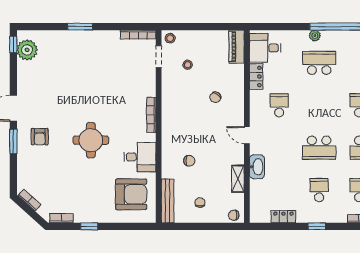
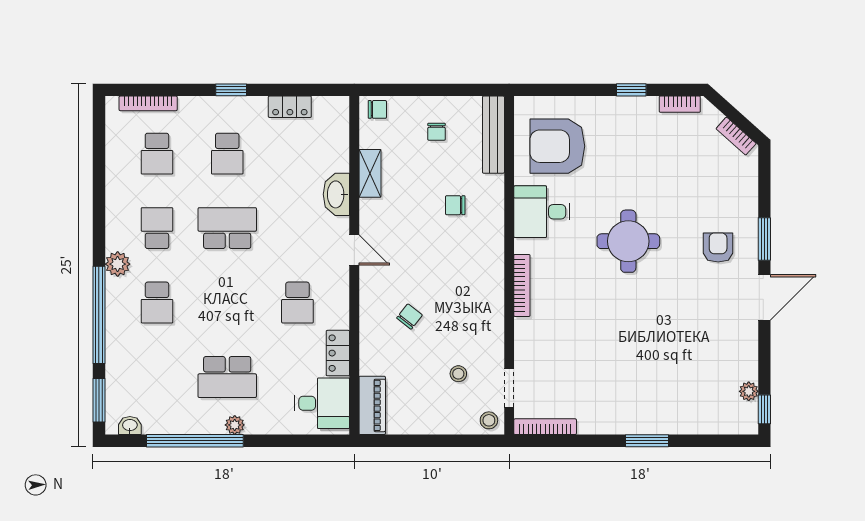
plant: (27, 50) -> (749, 391), width x0.53, depth x0.53

